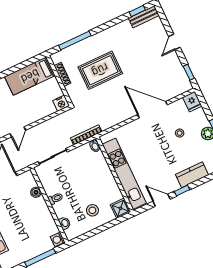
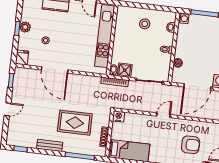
bench: (144, 17) -> (50, 145), moved
shower: (120, 208) -> (125, 70), moved

